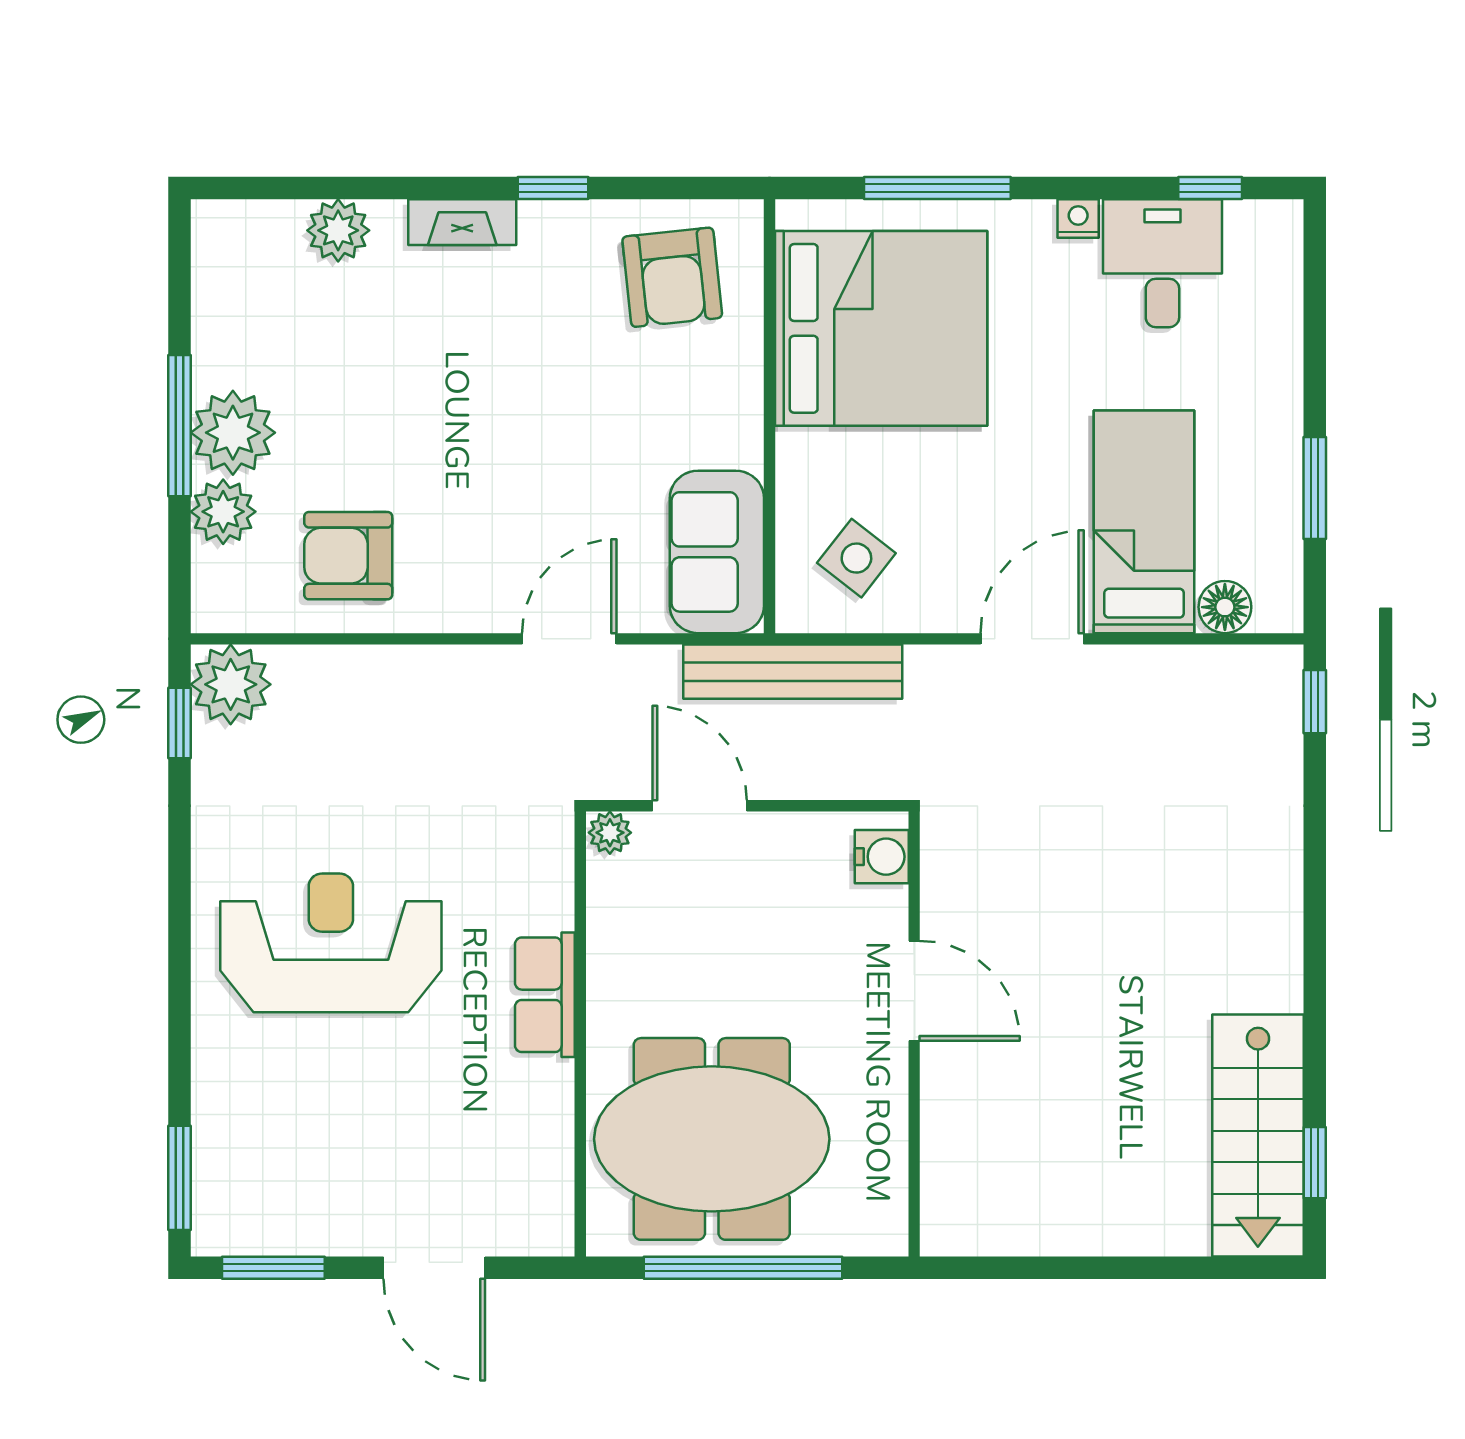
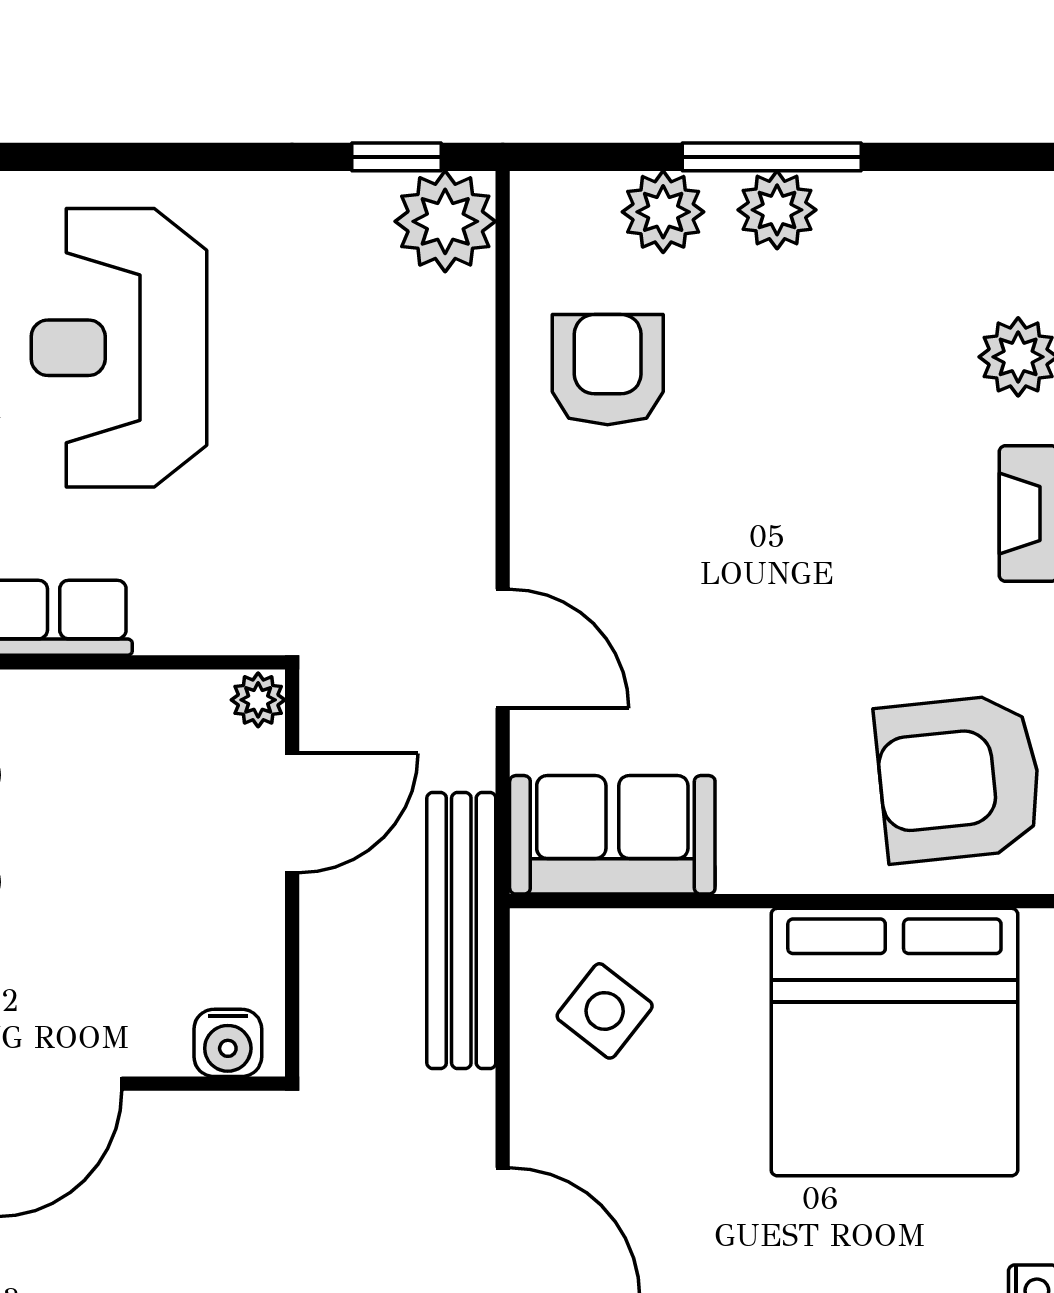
armchair: (672, 277) -> (959, 778), width x1.36, depth x1.36
plant: (233, 433) -> (777, 210), width x0.73, depth x0.73
reception desk: (331, 943) -> (119, 348), turned 180

